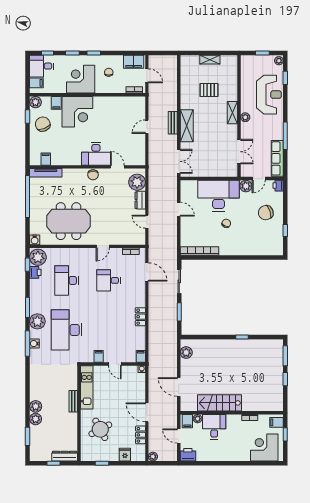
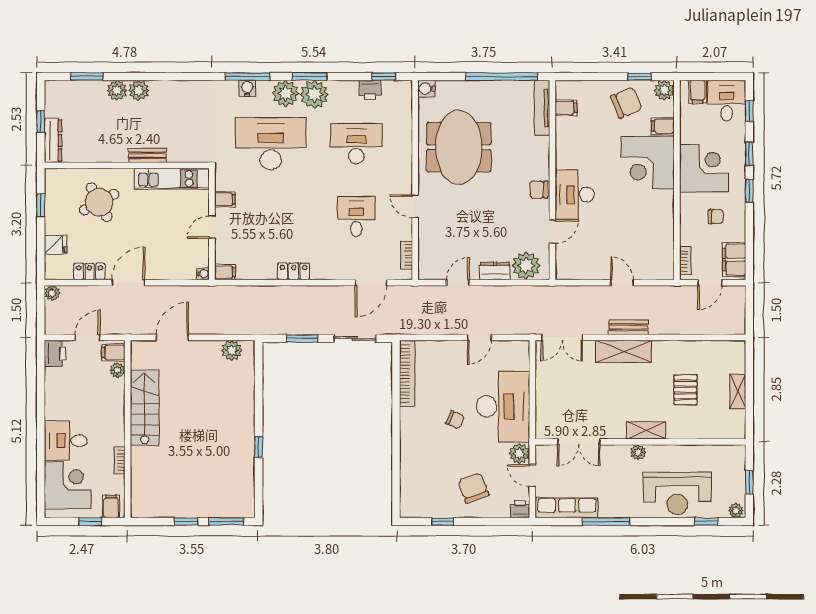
plant: (38, 257) -> (314, 94), moved
desk: (214, 427) -> (66, 441), moved, turned 180

